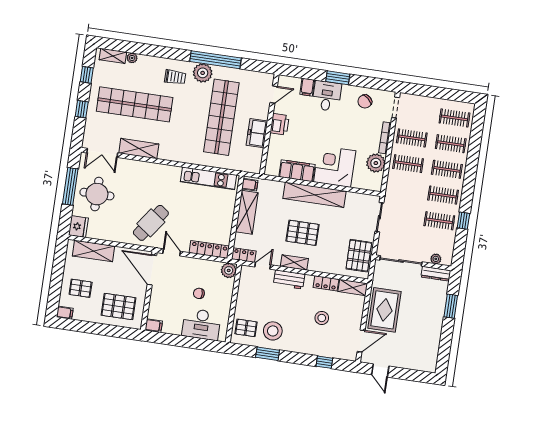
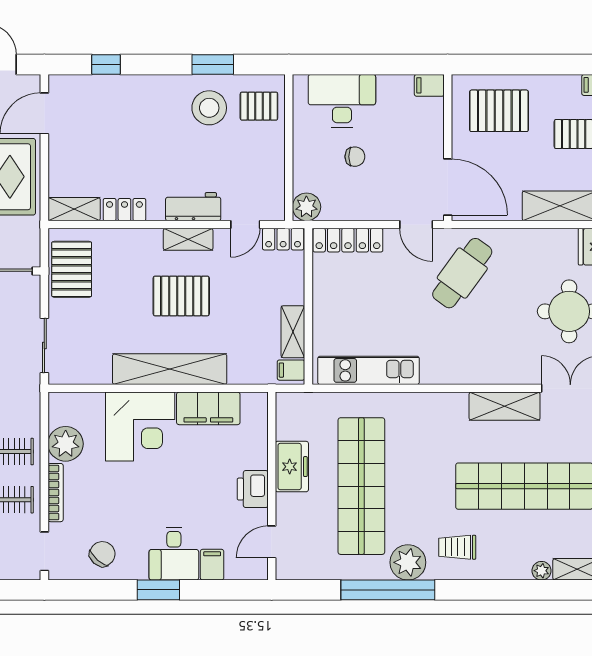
shelving: (247, 212) -> (293, 332), width x0.67, depth x0.75
stool: (322, 318) -> (123, 145), removed

